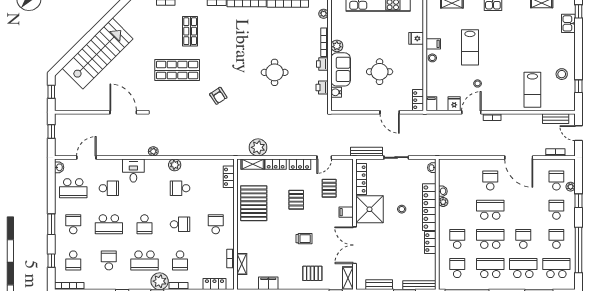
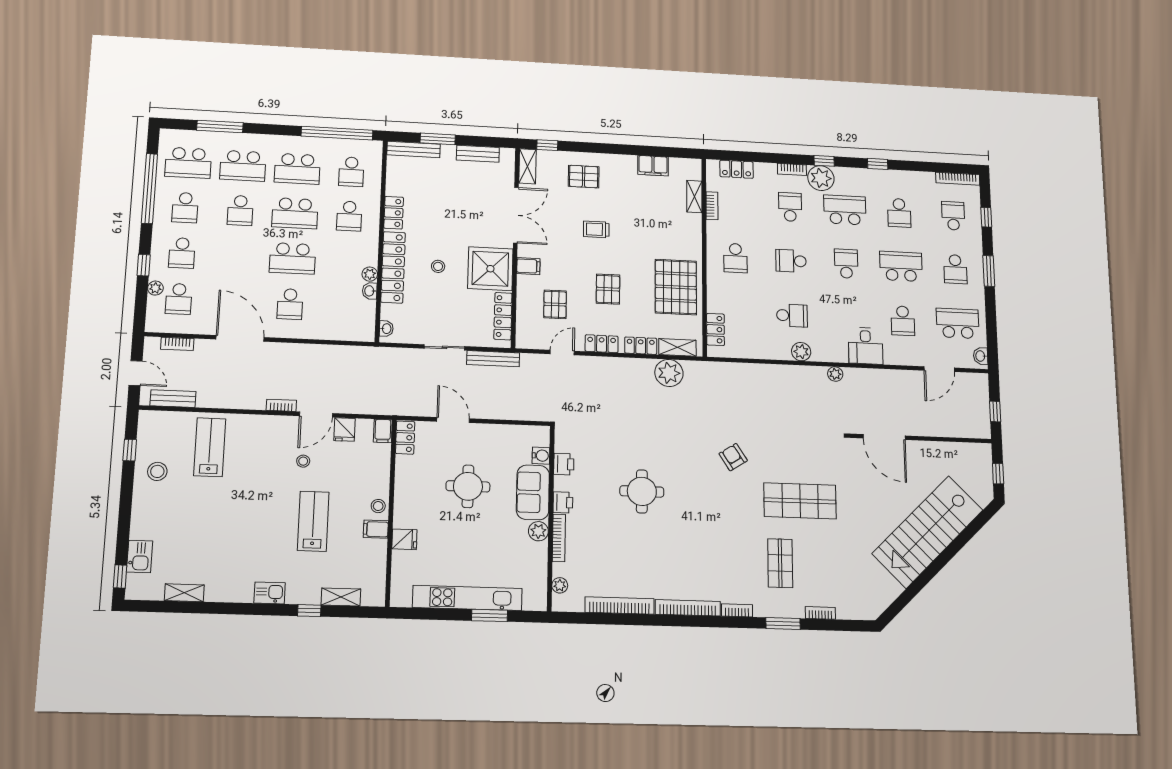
school desk: (109, 188) -> (903, 321), turned -90

